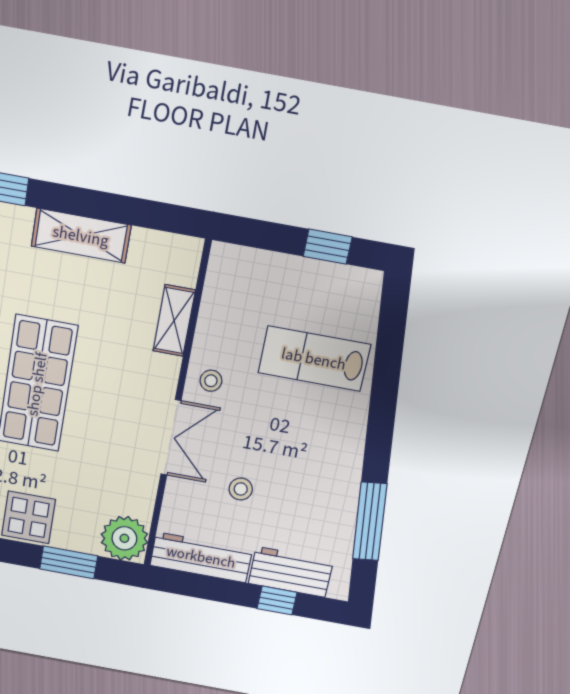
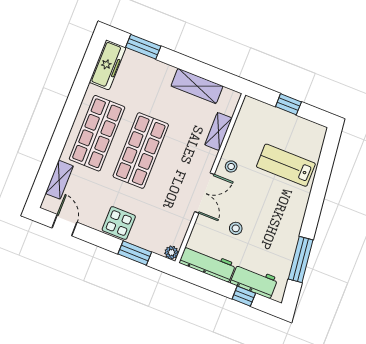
shelving: (81, 236) -> (197, 86), moved
window: (328, 247) -> (288, 104), moved
plant: (124, 538) -> (171, 253), width x0.53, depth x0.53

